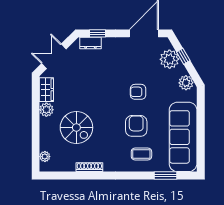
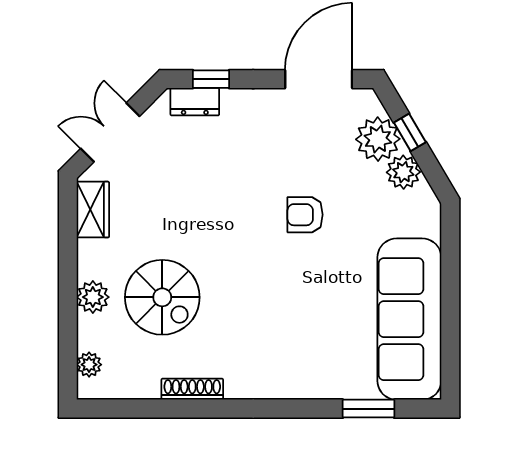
plant: (186, 83) -> (403, 172), moved
plant: (46, 110) -> (93, 297), moved
armchair: (136, 126) -> (301, 294), removed
coffee table: (141, 154) -> (313, 359), removed

